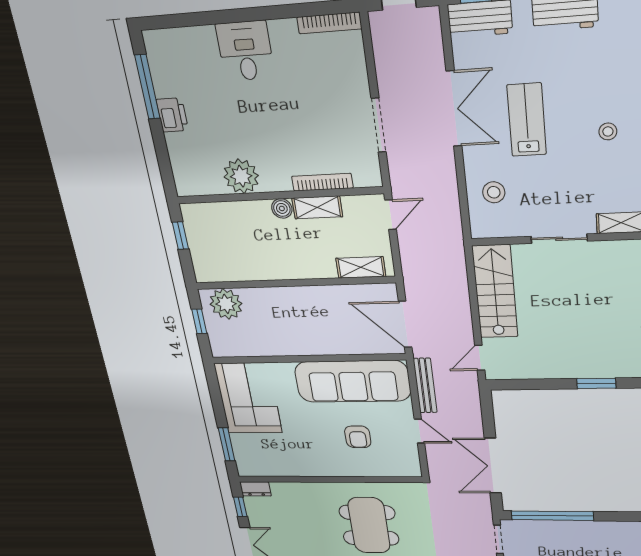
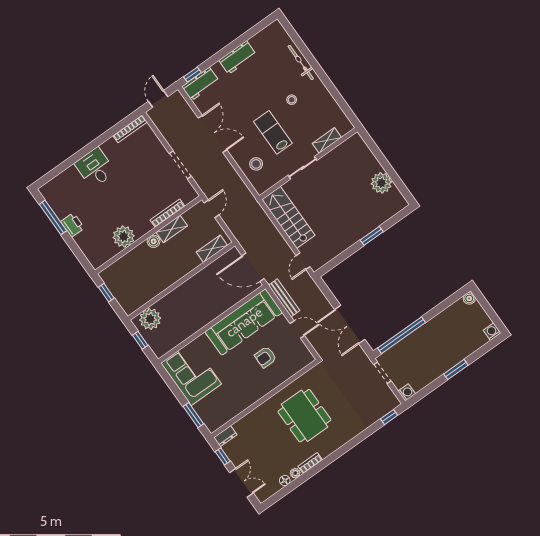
lab bench: (527, 120) -> (273, 132), moved
armchair: (358, 437) -> (265, 357), turned 90

